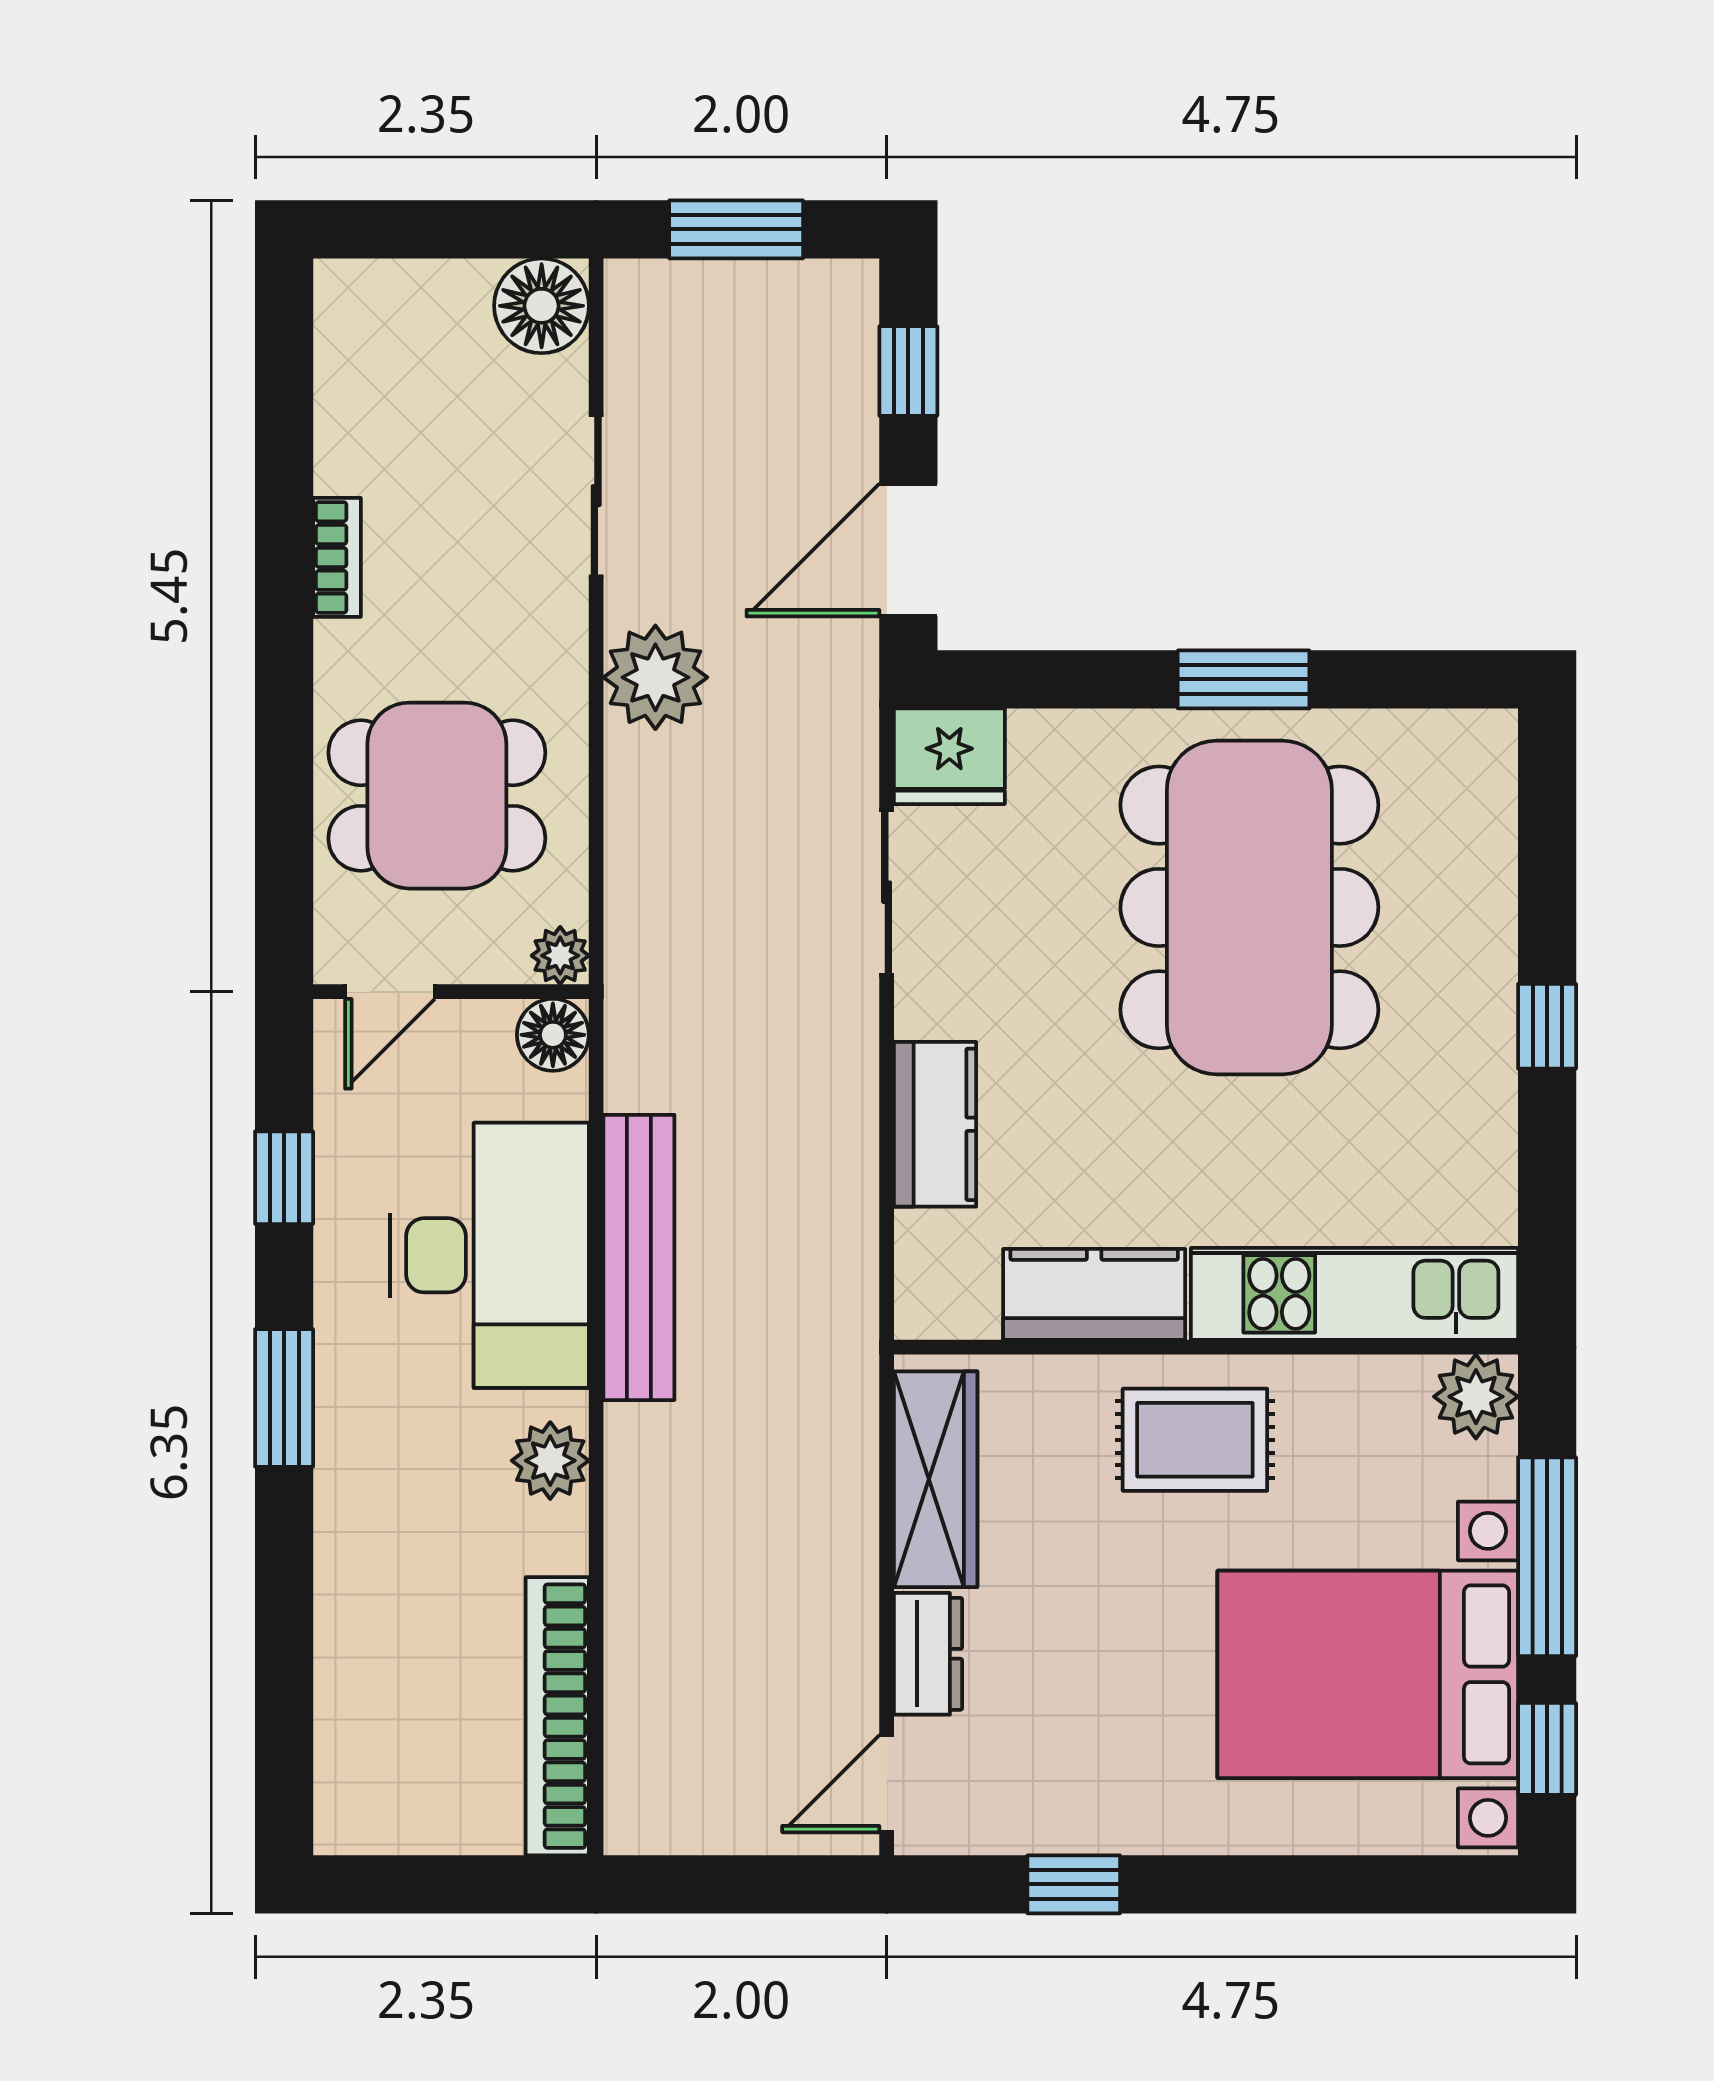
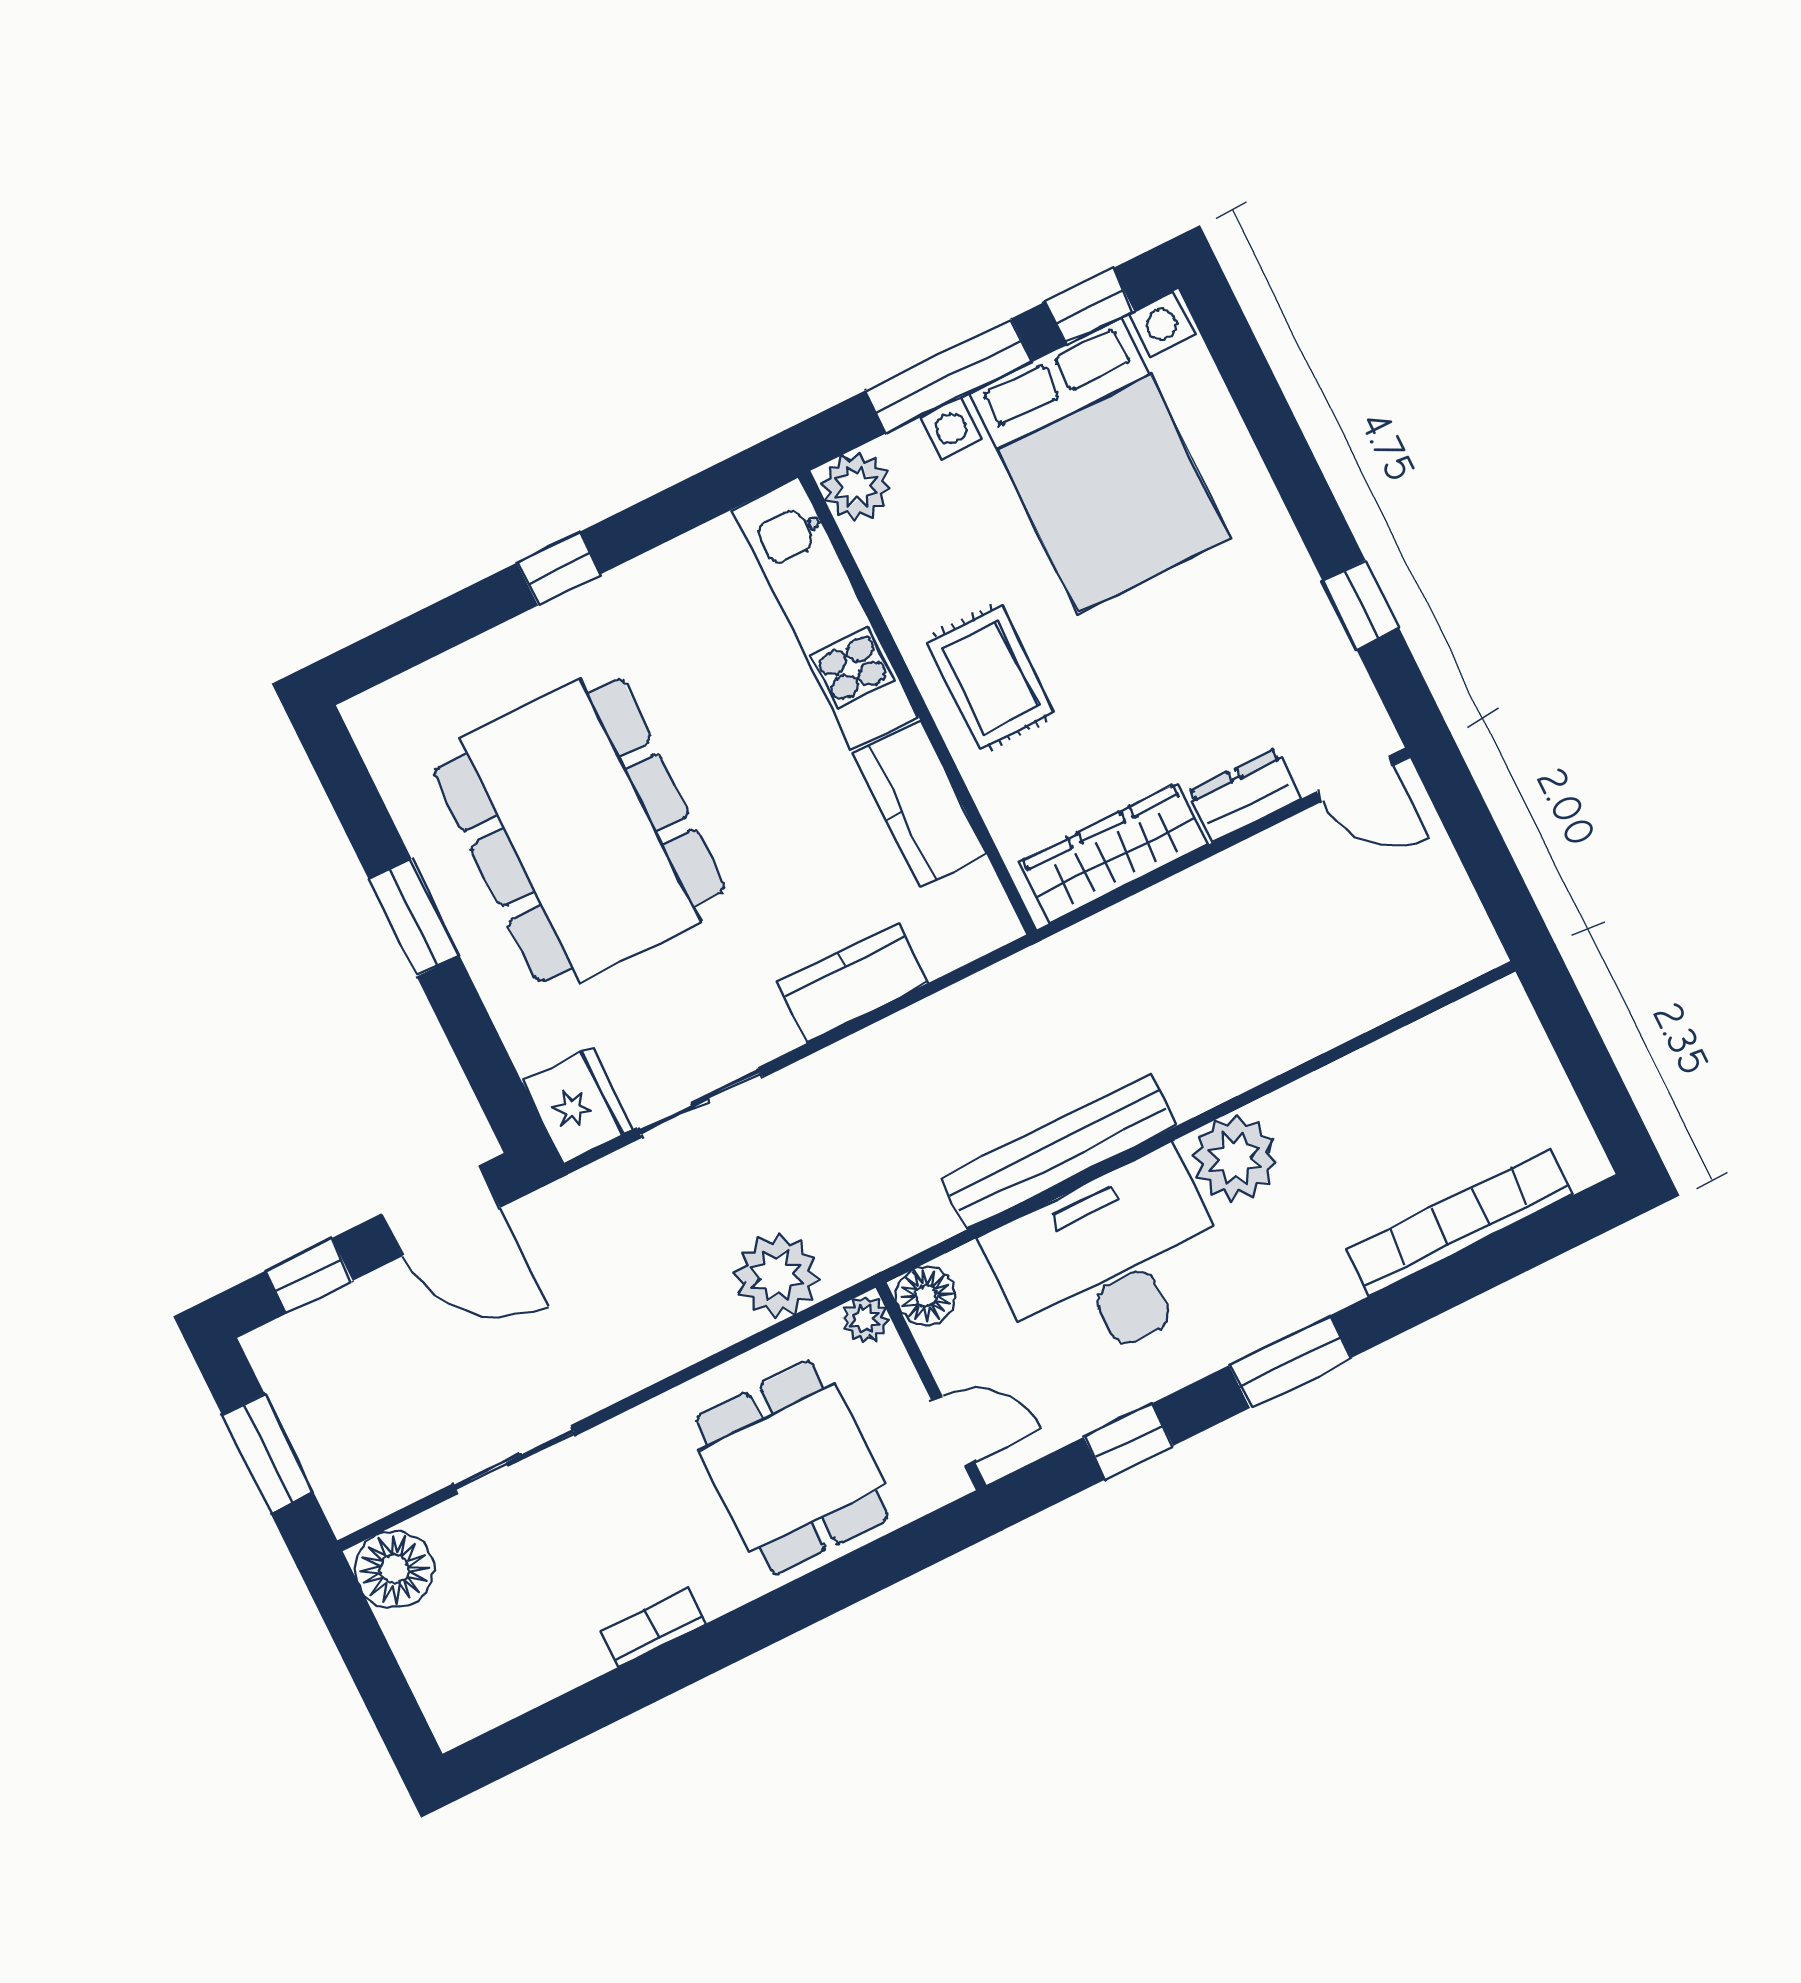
plant: (655, 677) -> (777, 1276), moved
dining table: (1249, 907) -> (579, 830), turned 90
plant: (550, 1461) -> (1234, 1159), width x1.36, depth x1.36
bookcase: (557, 1716) -> (1461, 1222), moved, turned 180

